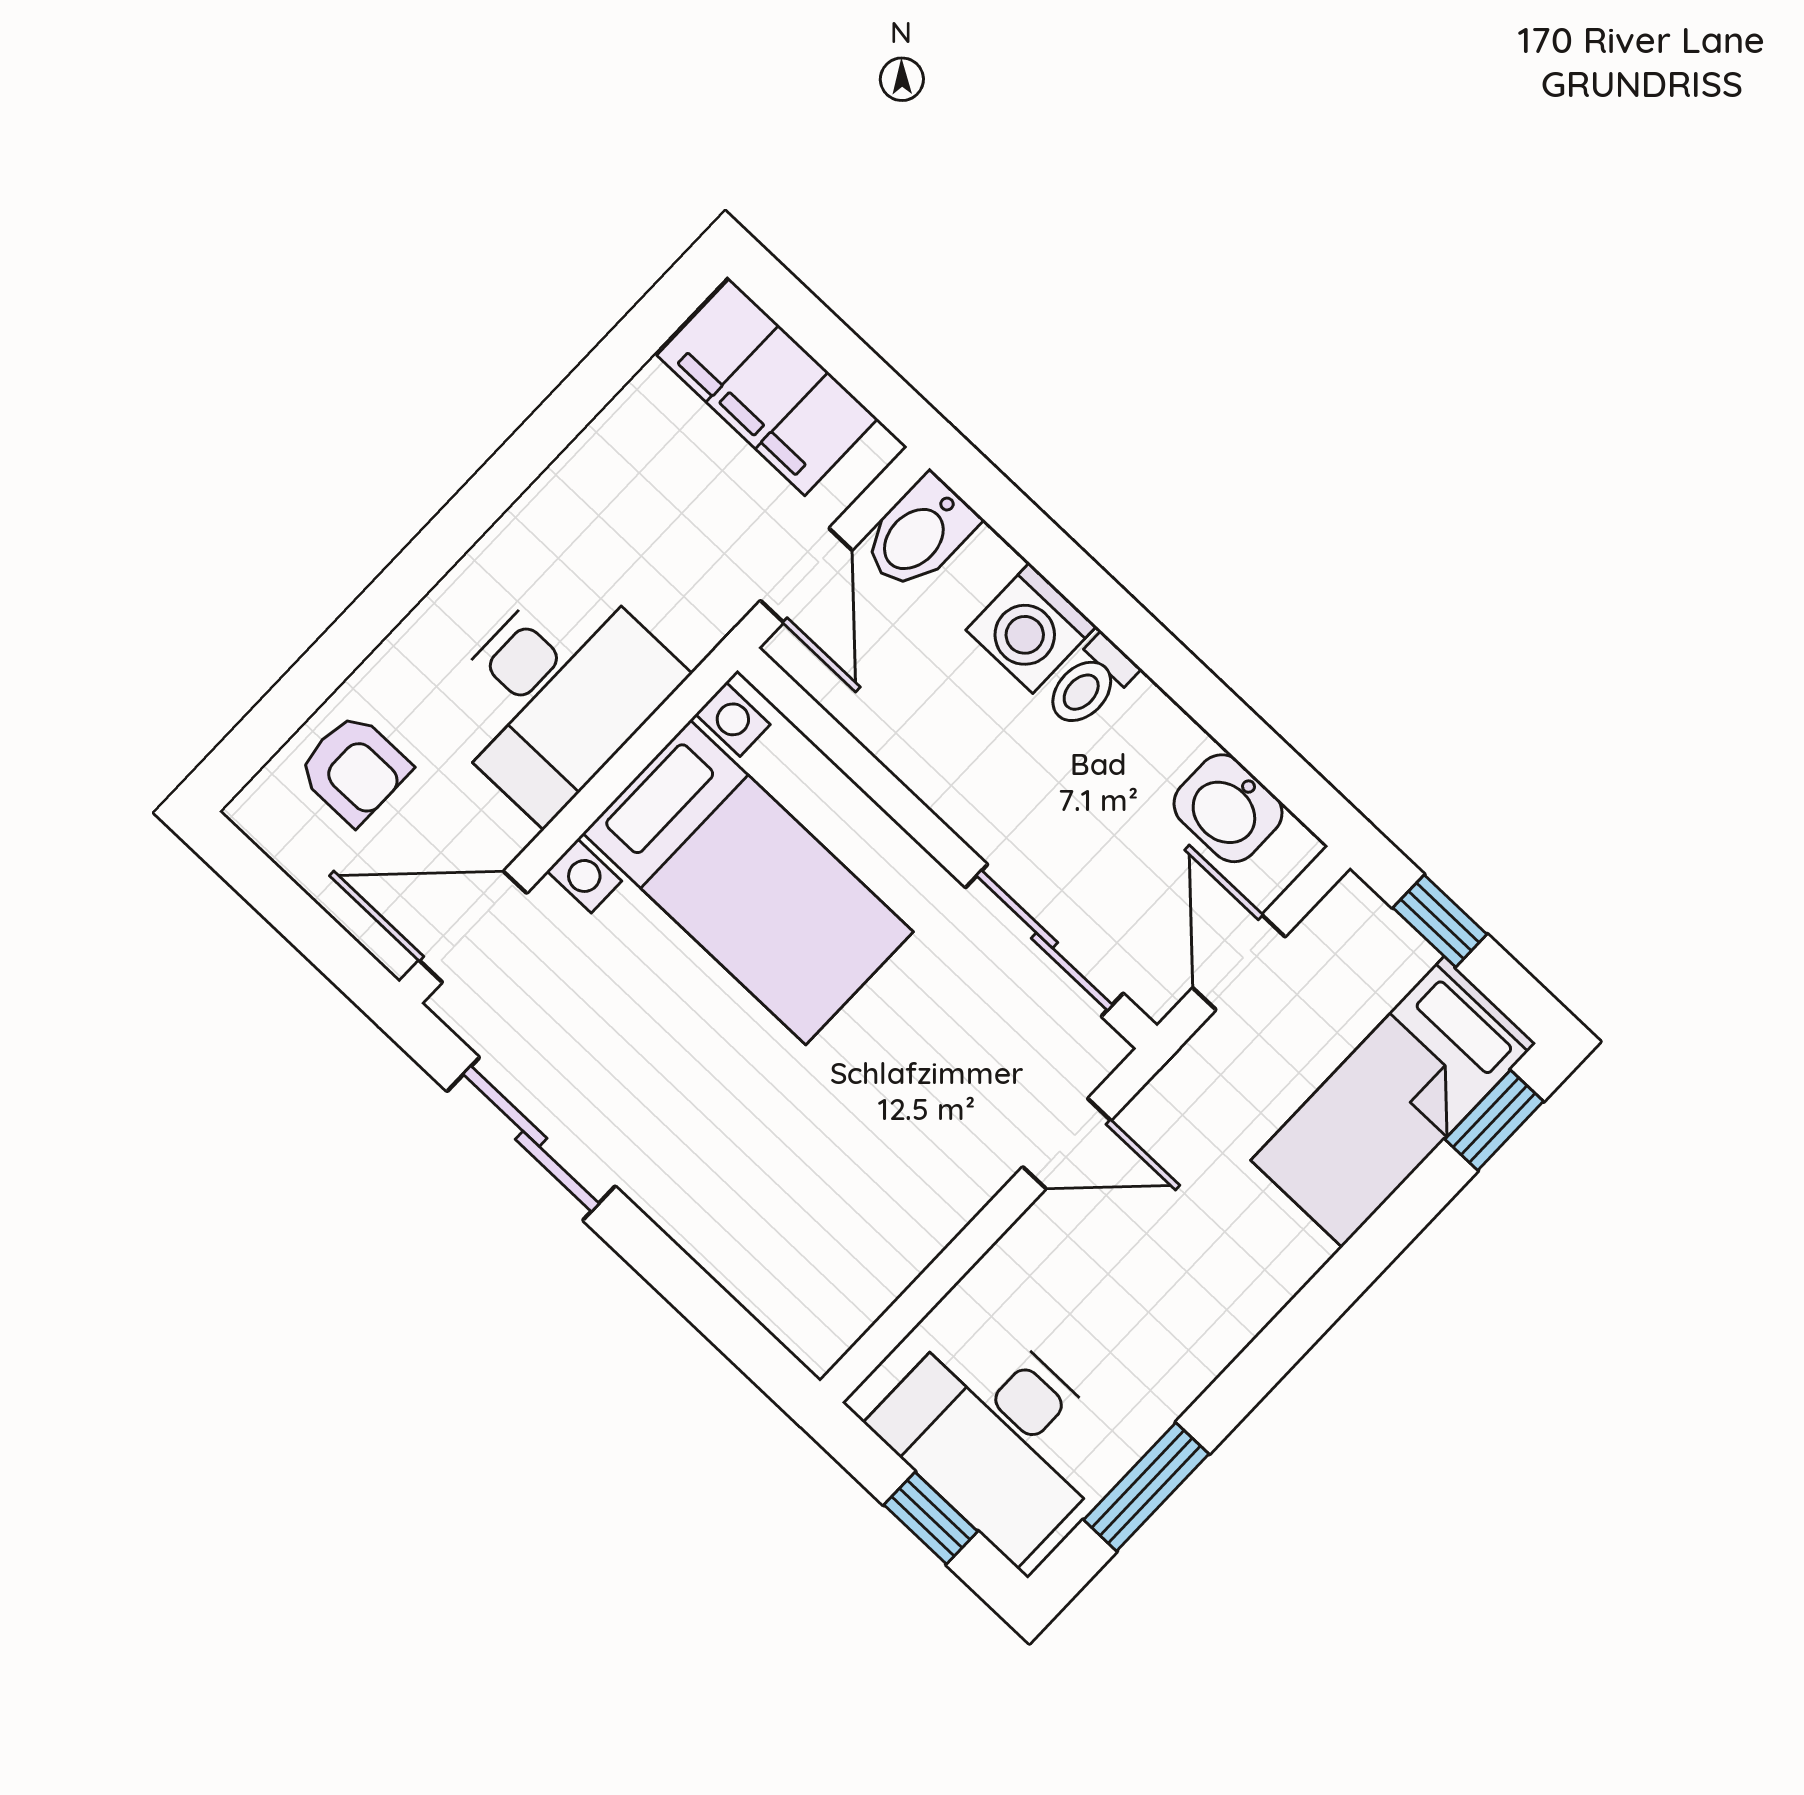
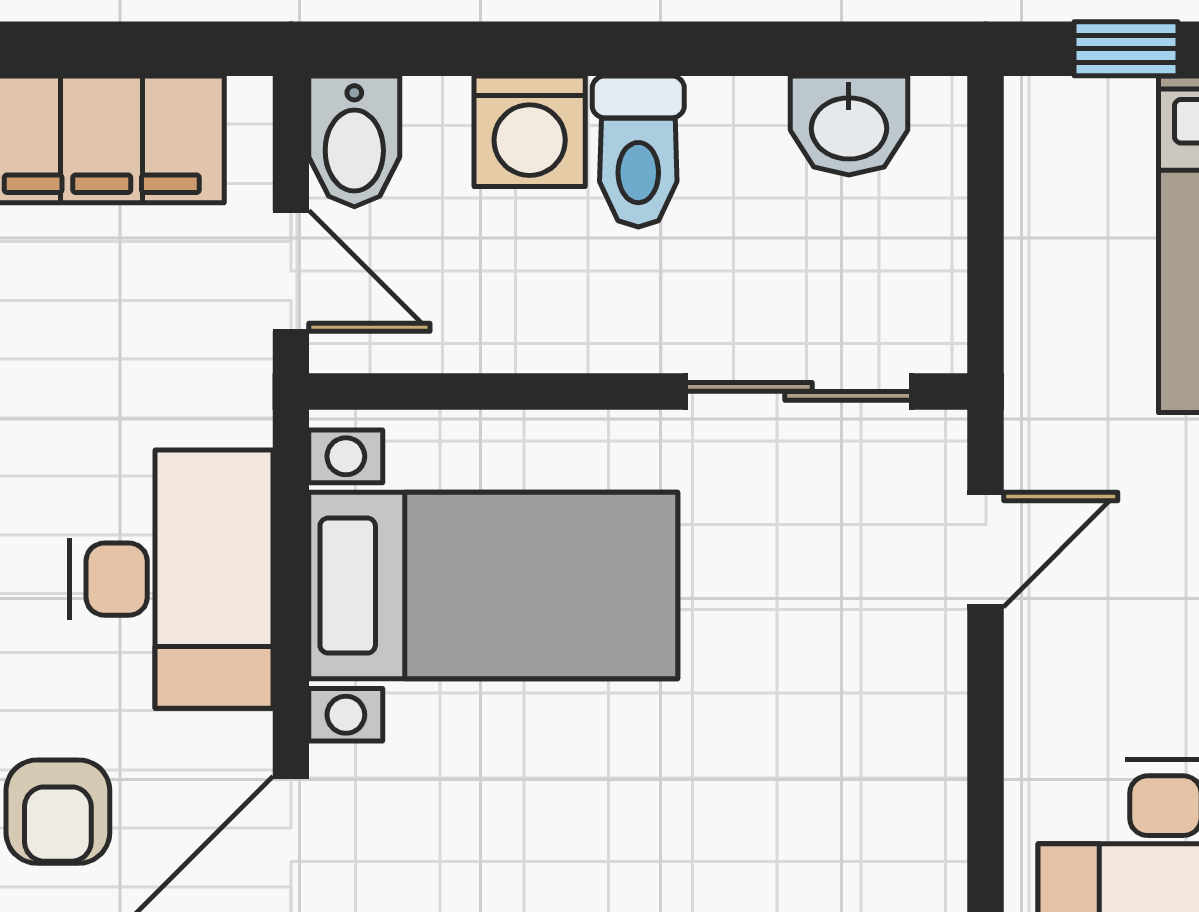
toilet: (1090, 683) -> (638, 151), width x1.37, depth x1.39
armchair: (354, 769) -> (58, 812), turned 90
door: (1239, 962) -> (986, 250), removed

